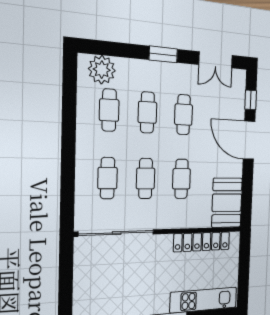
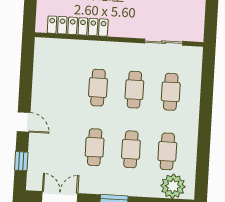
door: (249, 140) -> (24, 122), width x0.53
booth: (227, 203) -> (49, 62), removed
sliding door: (117, 233) -> (164, 42), width x0.54

